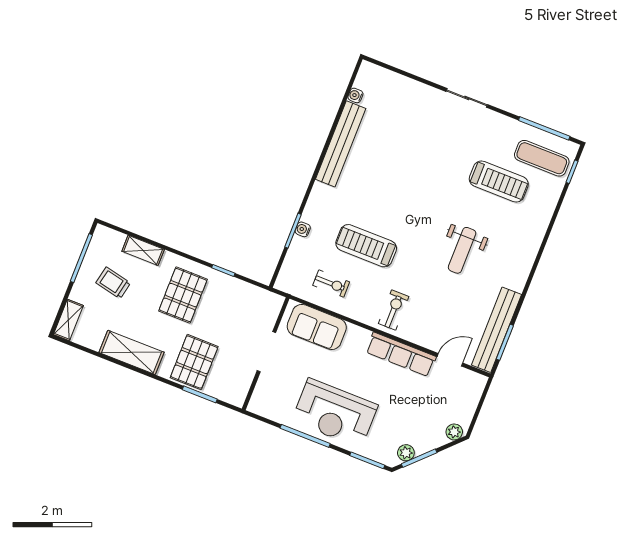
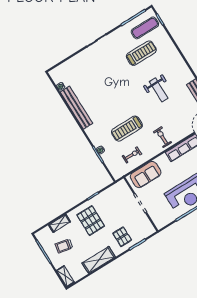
pallet: (194, 362) -> (122, 237), width x0.67, depth x0.71

